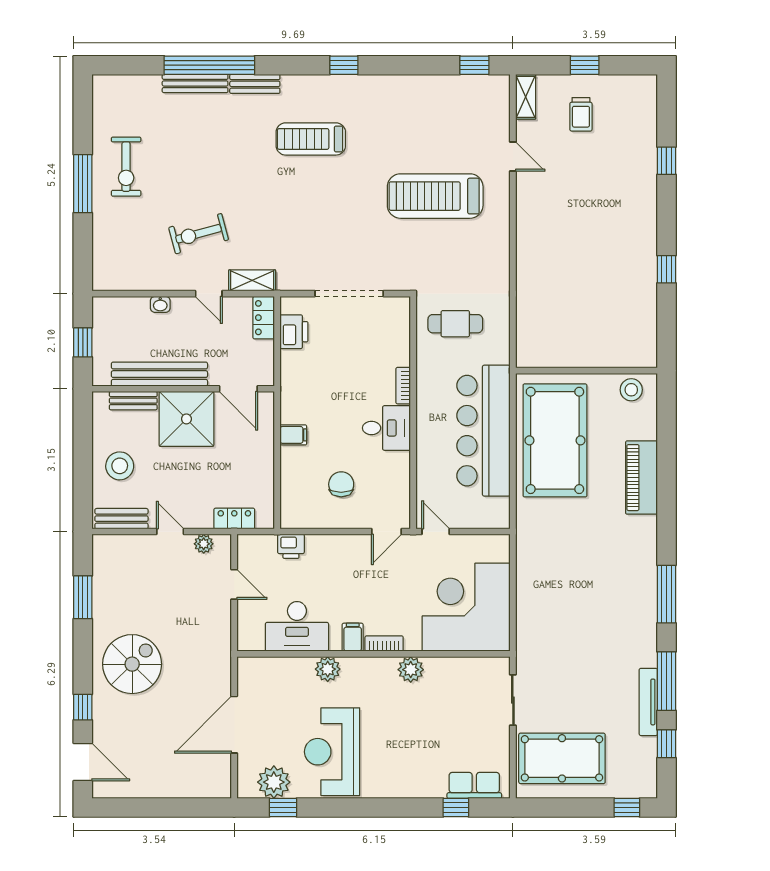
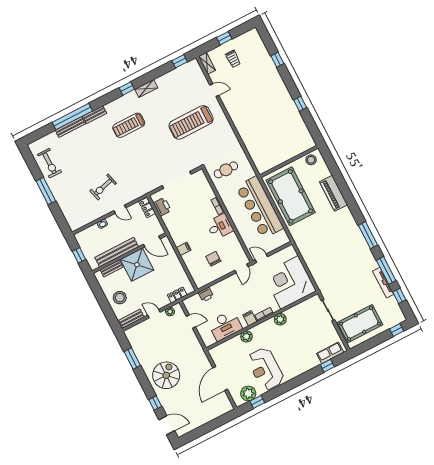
exercise bike: (126, 167) -> (50, 163), moved
shelving: (252, 280) -> (146, 88), moved

